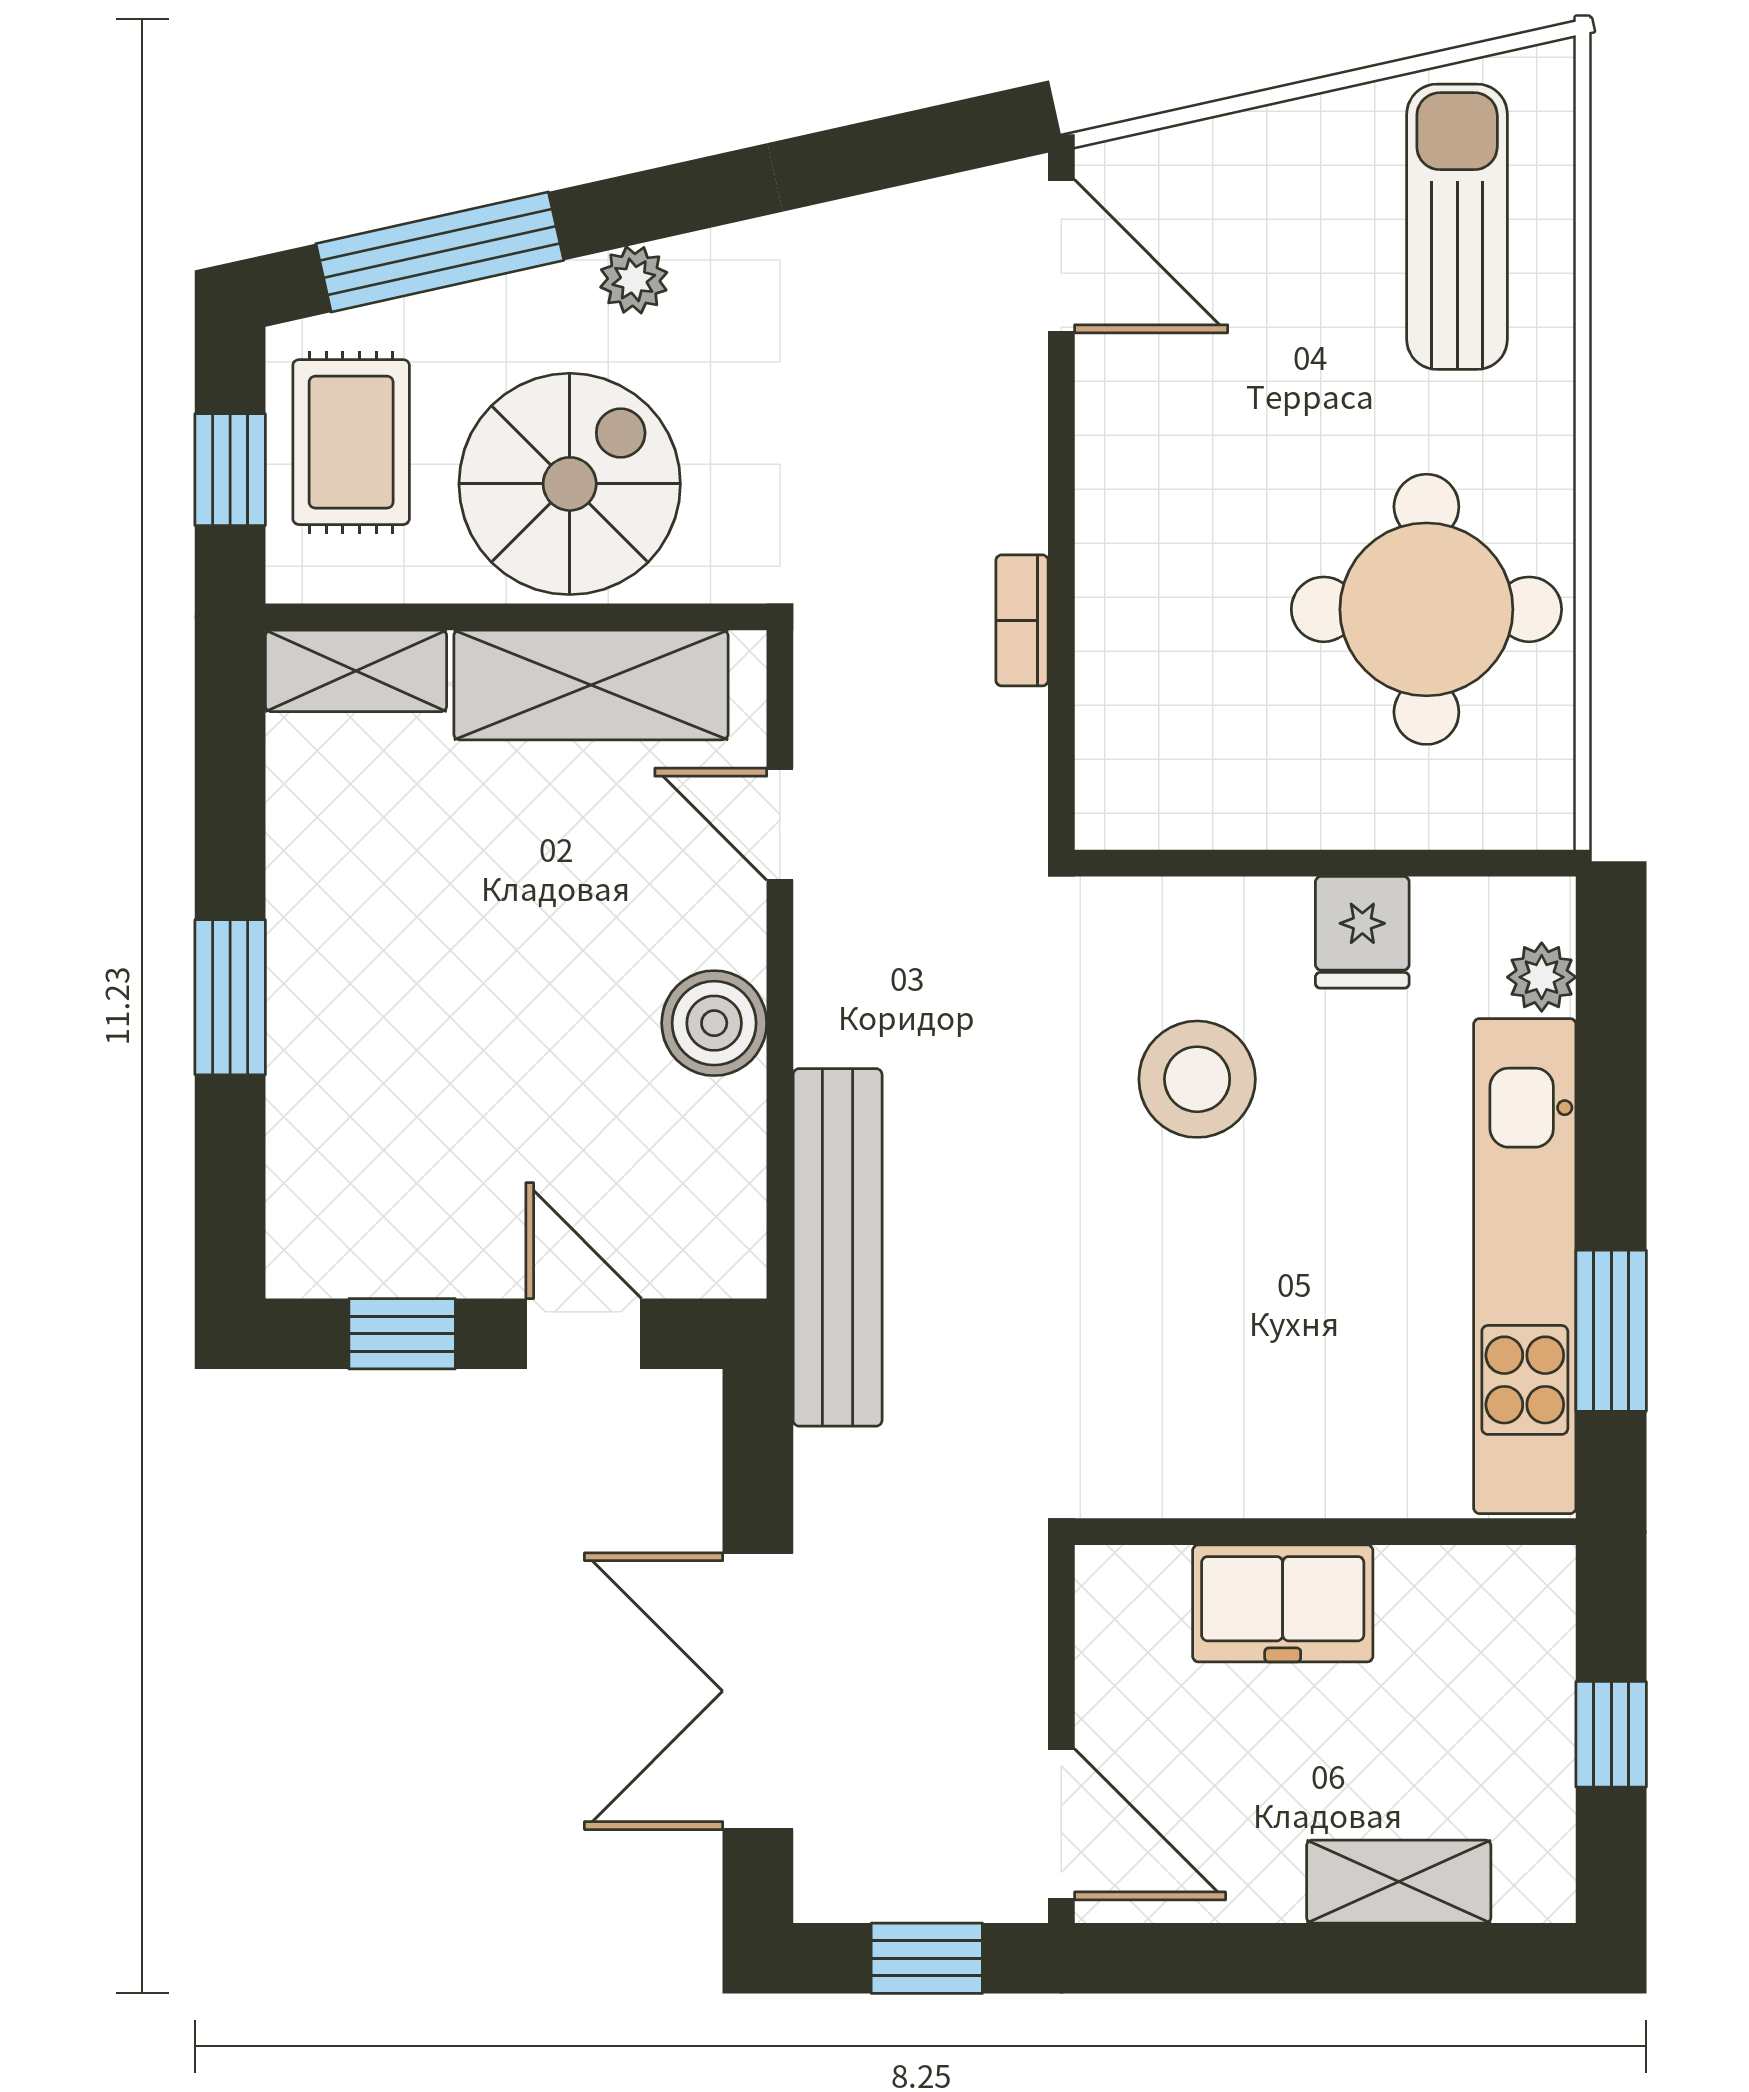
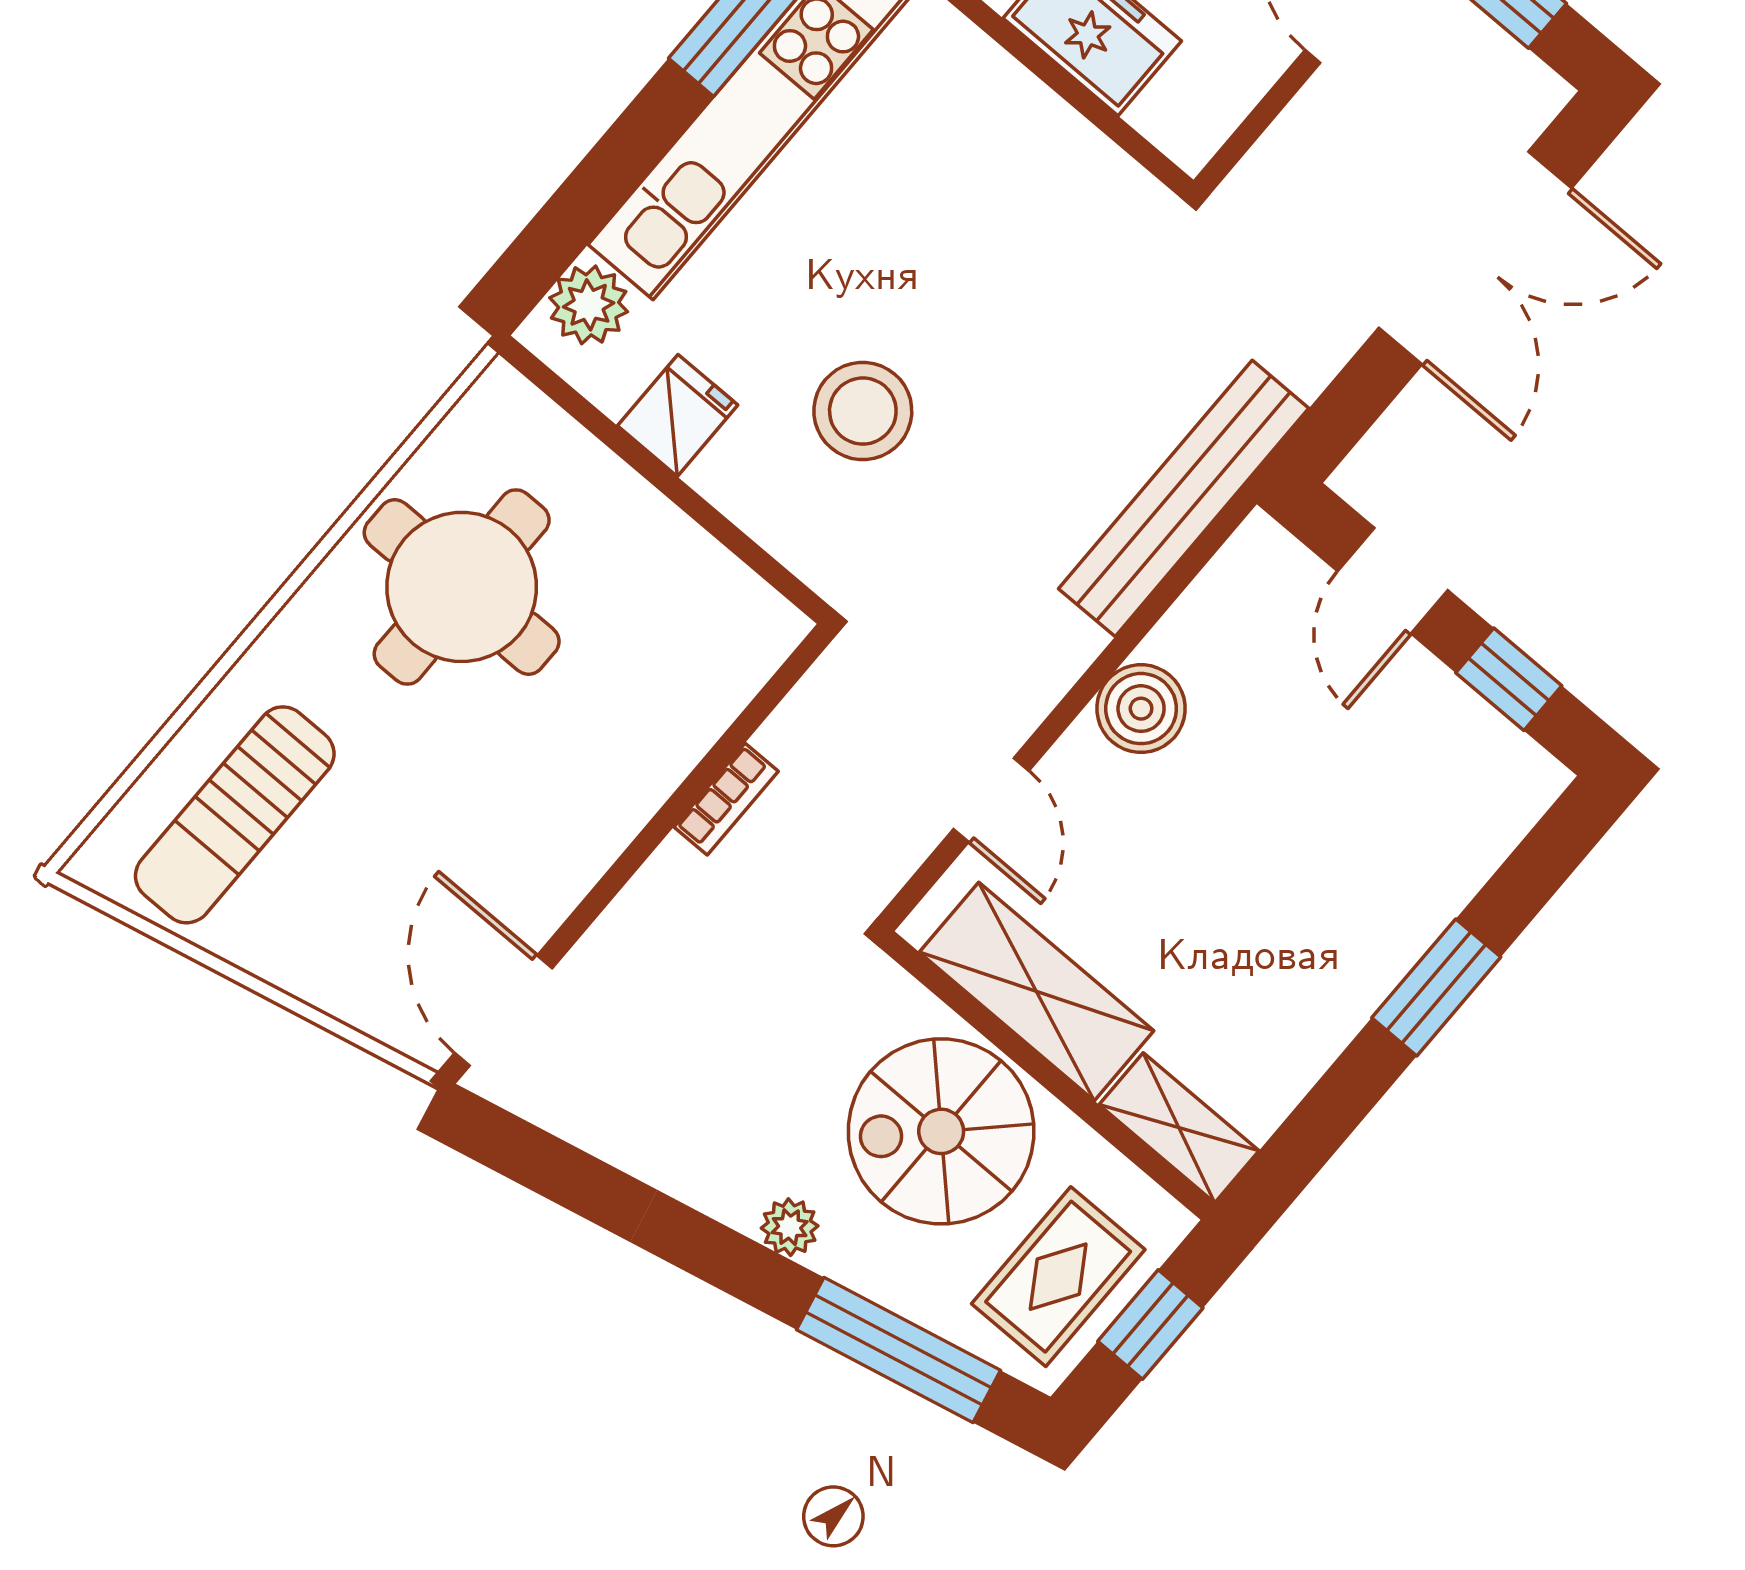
plant: (1542, 977) -> (589, 305), width x1.38, depth x1.38

